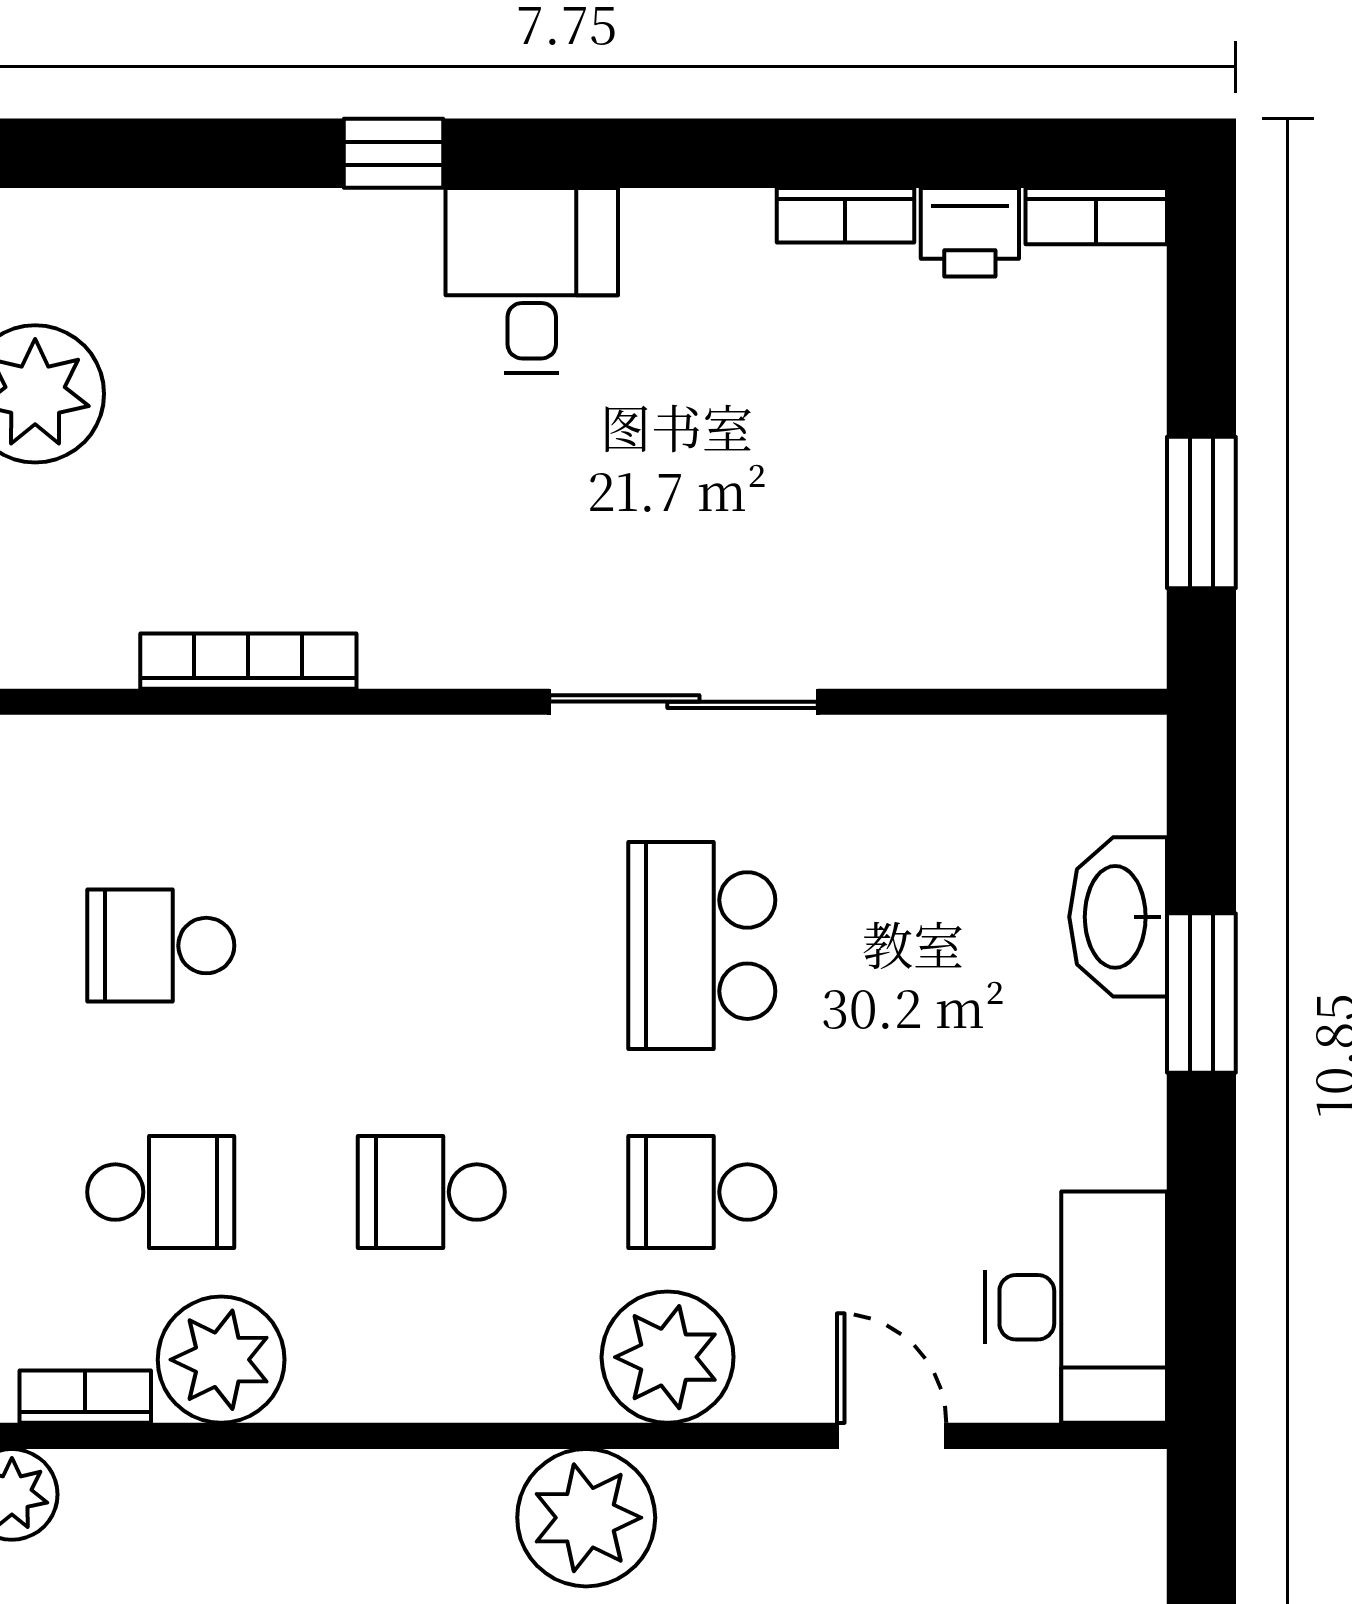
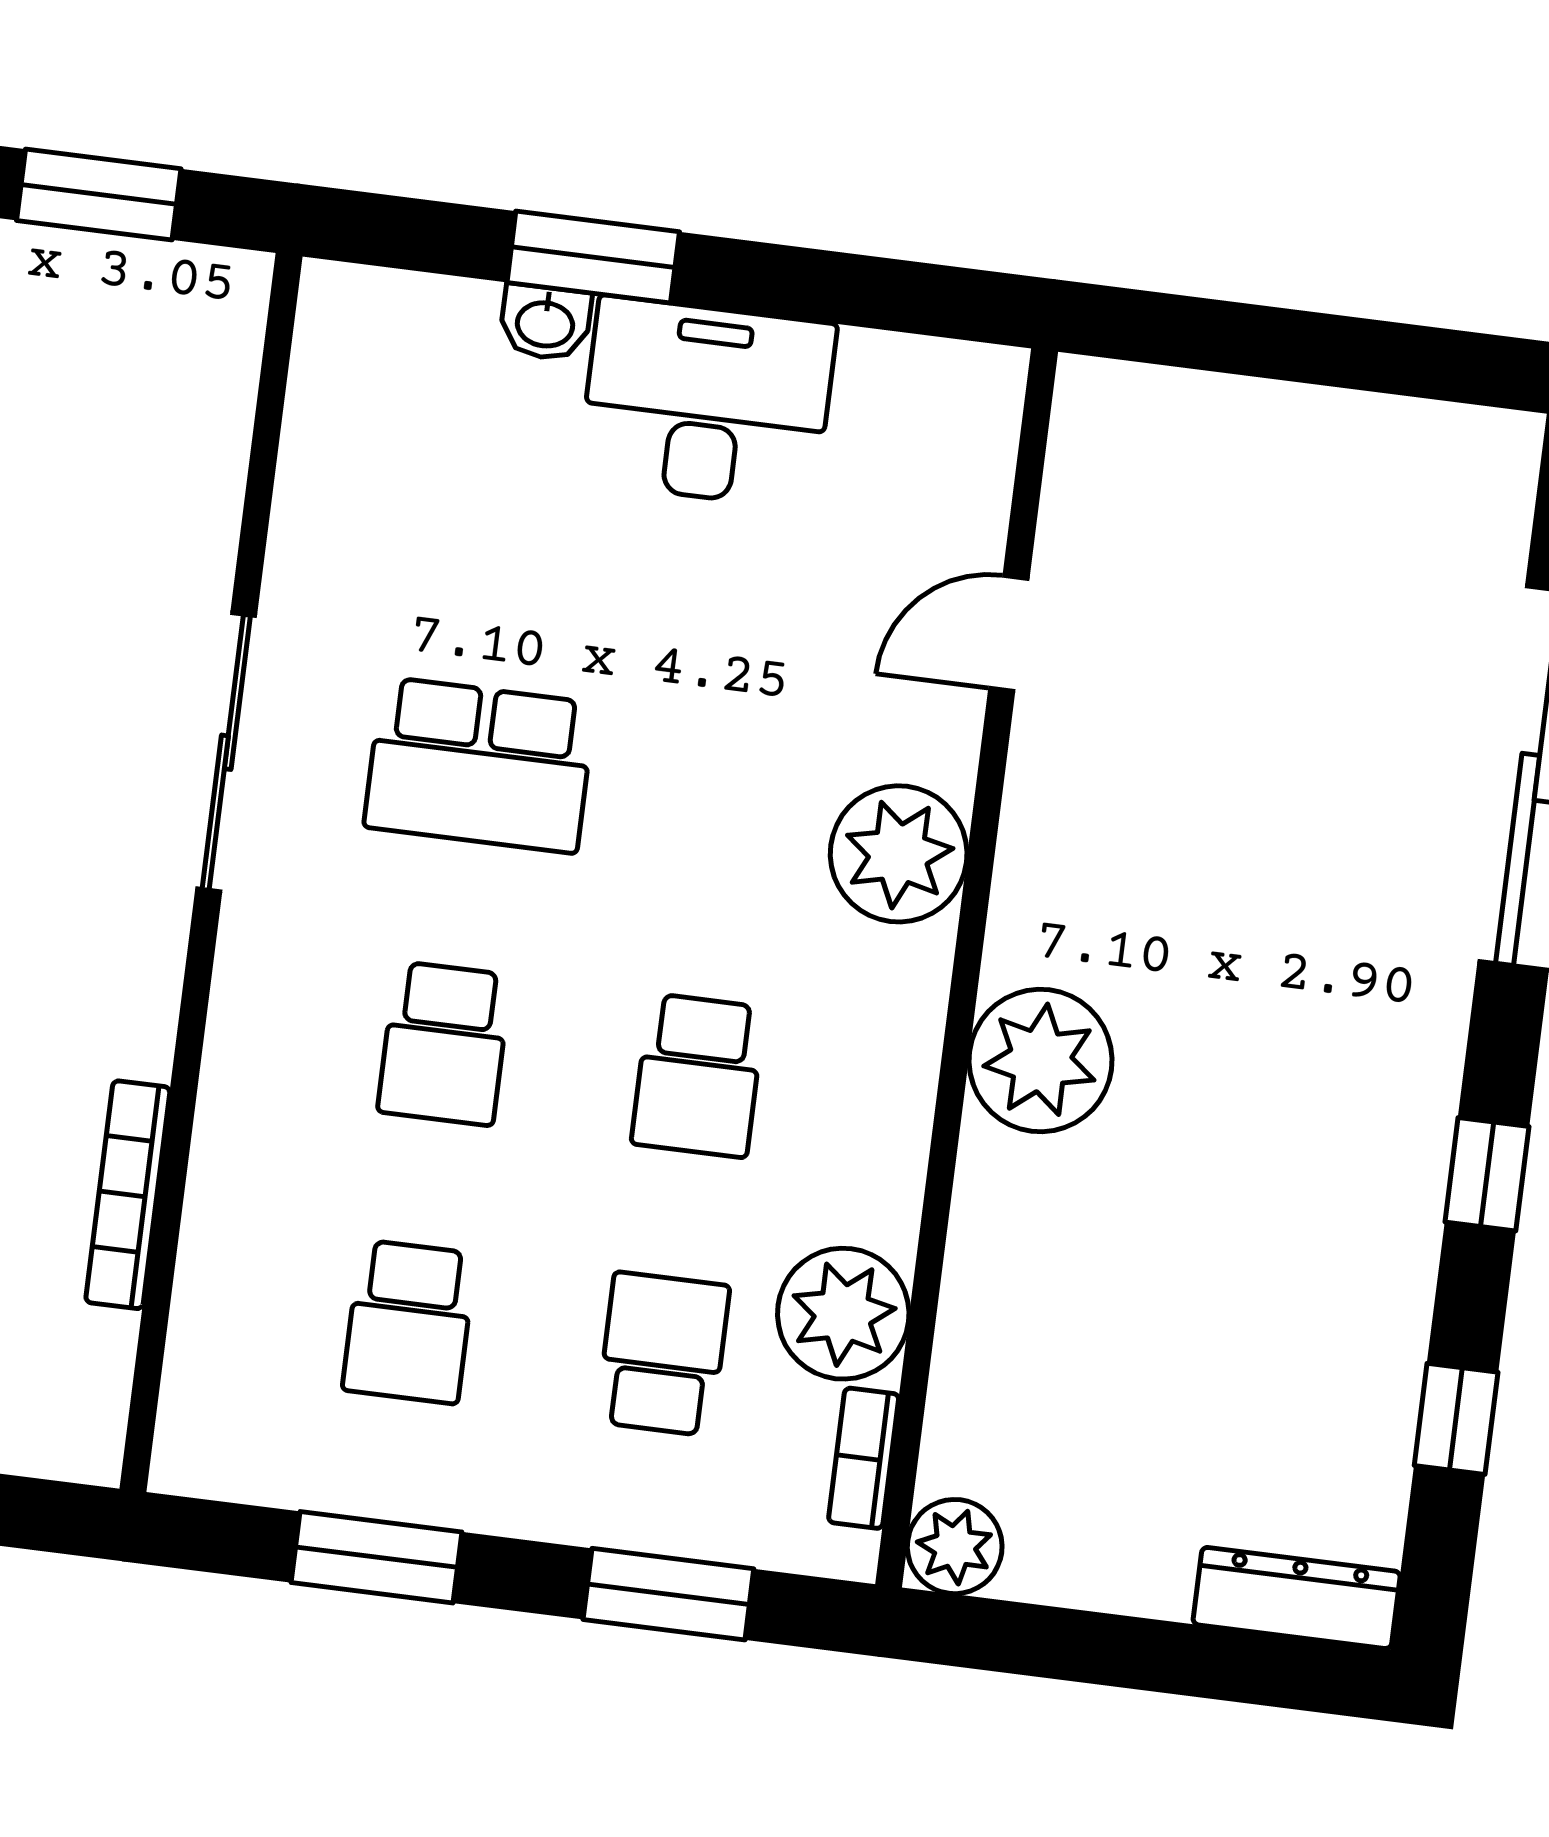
washbasin: (1118, 917) -> (545, 322), width x0.52, depth x0.69
school desk: (702, 1192) -> (444, 1043), moved
desk: (1076, 1307) -> (707, 403), moved
plant: (586, 1518) -> (1040, 1060), moved

